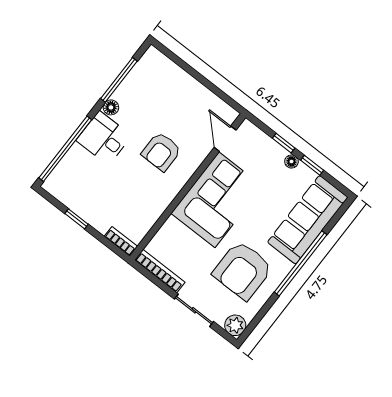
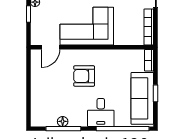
floor lamp: (111, 107) -> (63, 121), moved
armchair: (161, 152) -> (84, 76), turned 180
sofa: (83, 199) -> (142, 98), added

